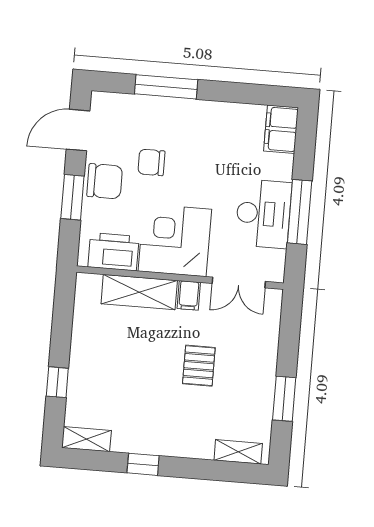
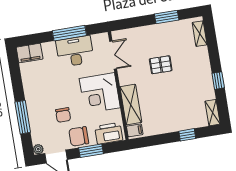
plant: (100, 101) -> (38, 149), added
chair: (105, 181) -> (79, 136), turned -90
printer: (113, 252) -> (109, 133), moved, turned 90
filing cabinet: (189, 295) -> (135, 130), moved

